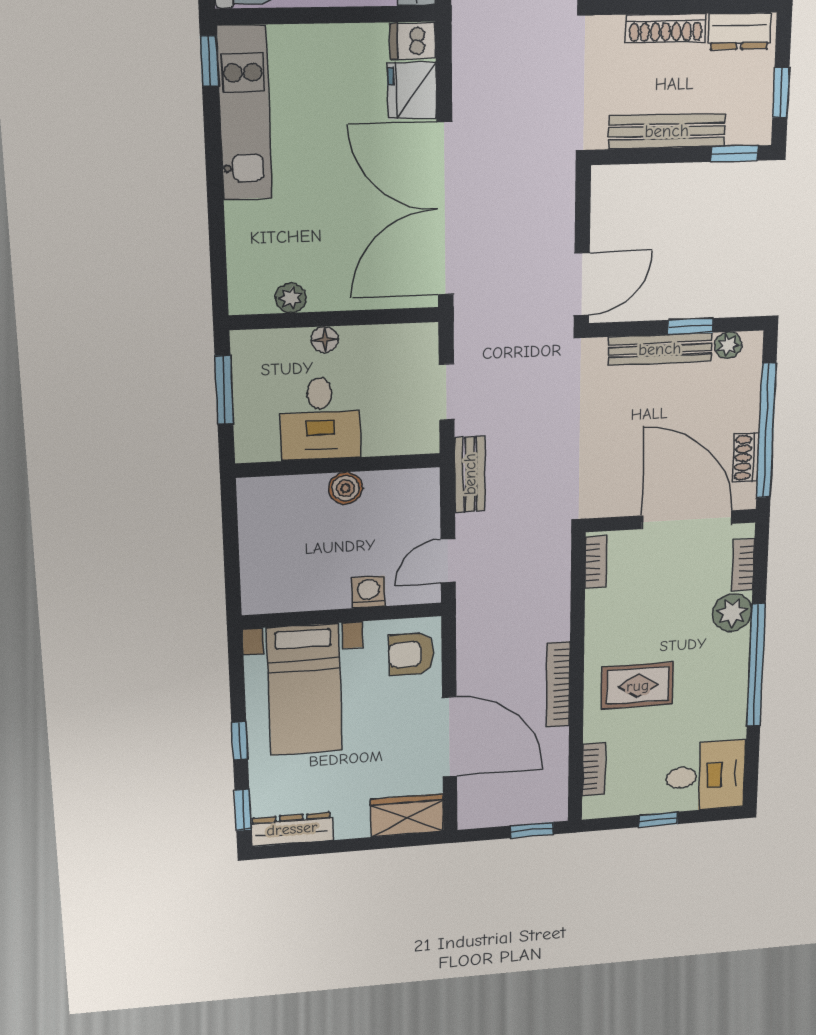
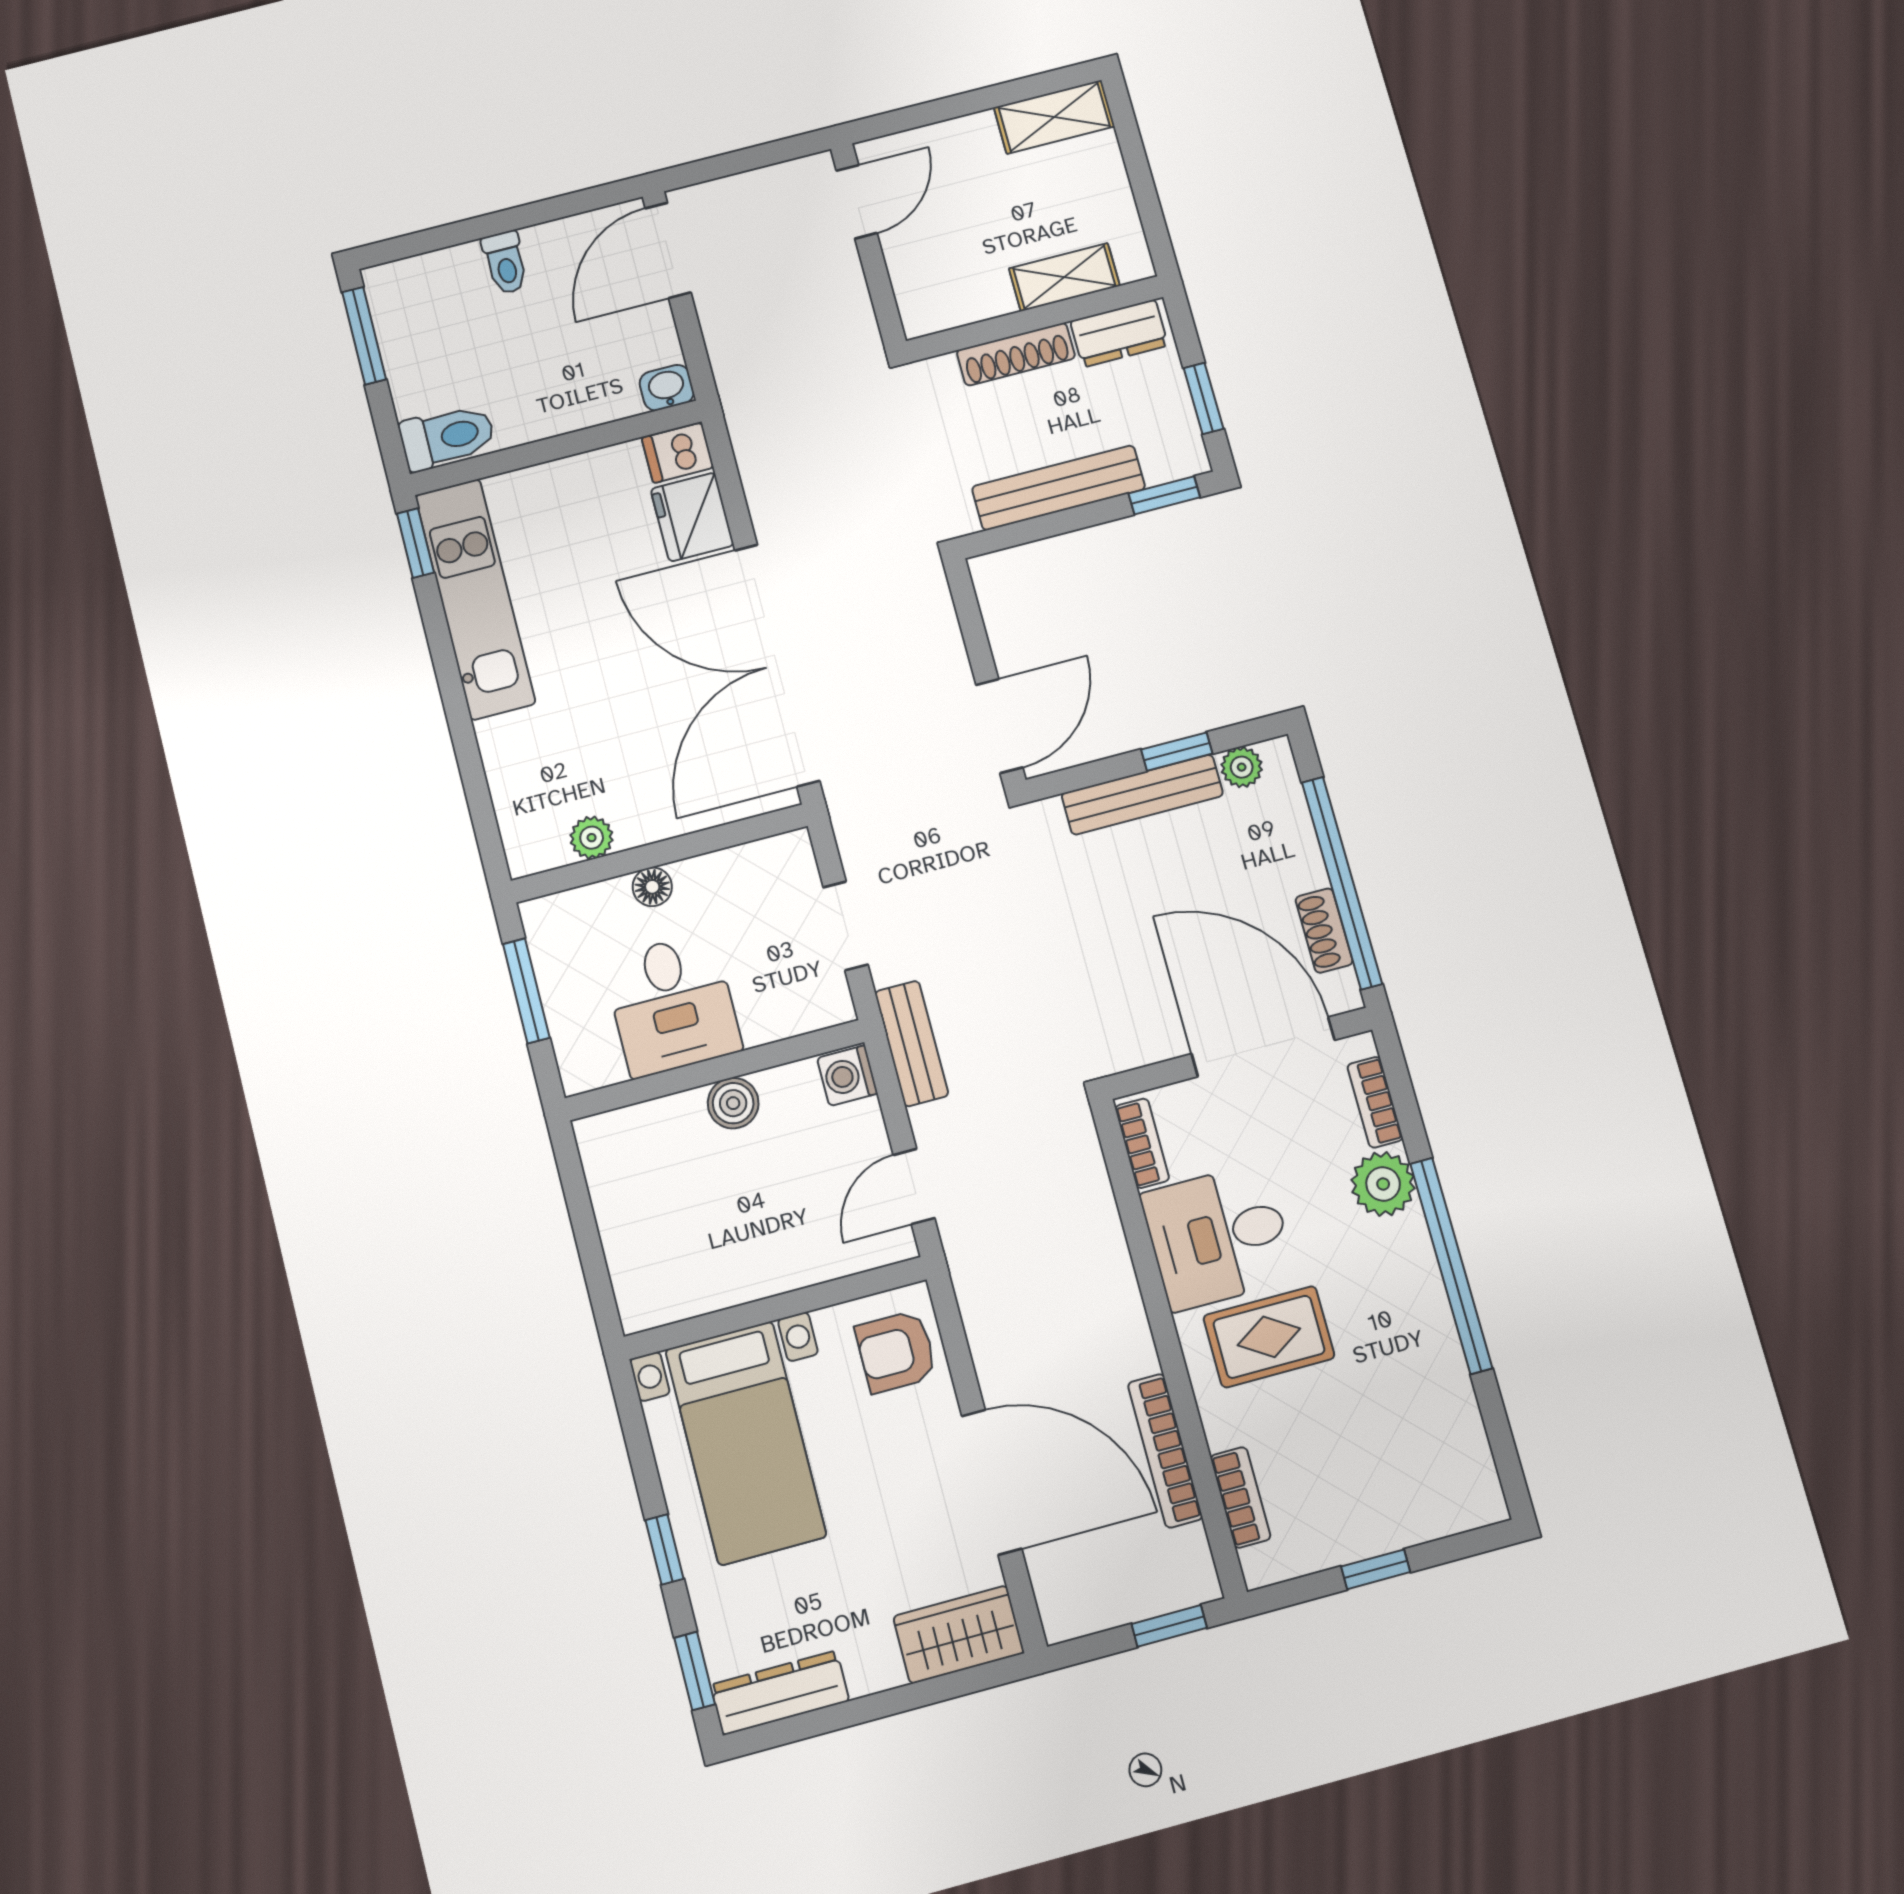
washing machine: (368, 592) -> (847, 1076), moved, turned -90
bookcase: (558, 685) -> (1165, 1451), moved
desk: (706, 776) -> (1218, 1237), moved, turned 180

